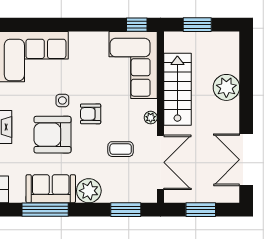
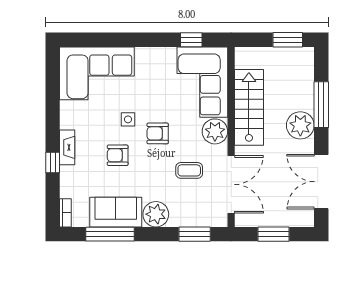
window: (137, 25) -> (191, 40), moved
window: (197, 25) -> (288, 40), moved
window: (246, 86) -> (321, 105), added
plant: (226, 87) -> (300, 125), moved
plant: (151, 118) -> (215, 131), width x1.88, depth x1.88
armchair: (53, 135) -> (118, 155), width x0.53, depth x0.53

